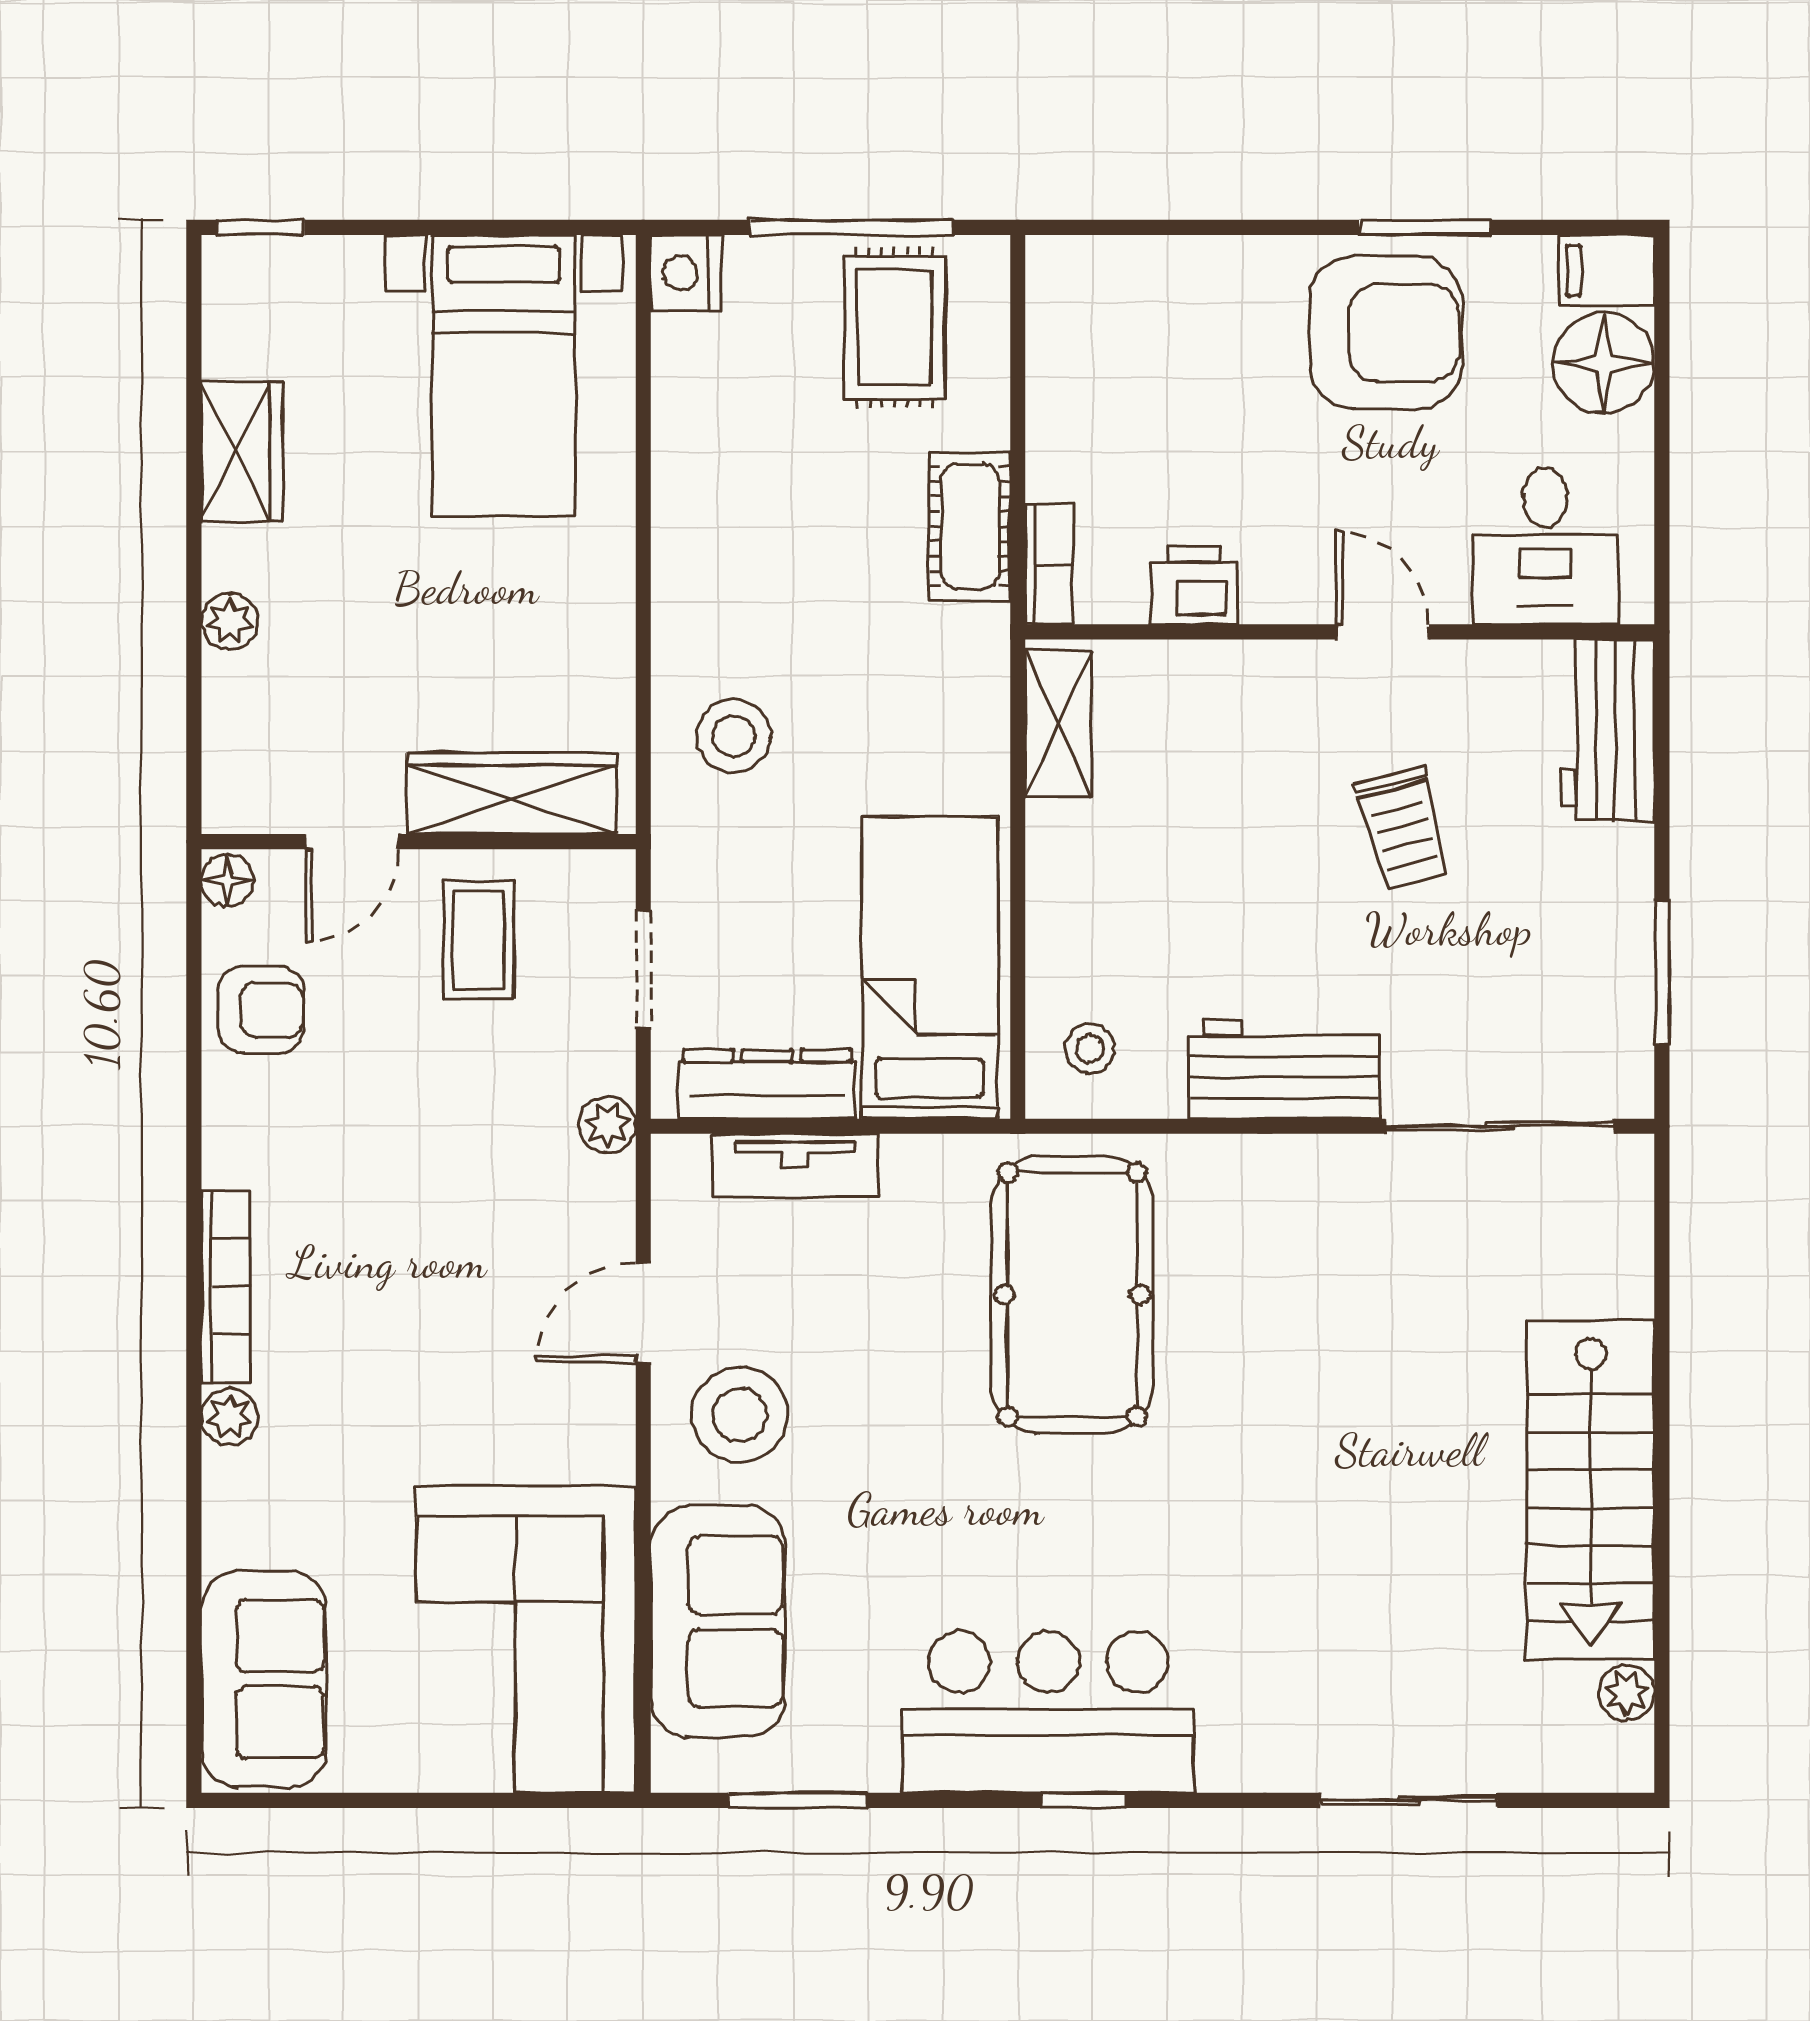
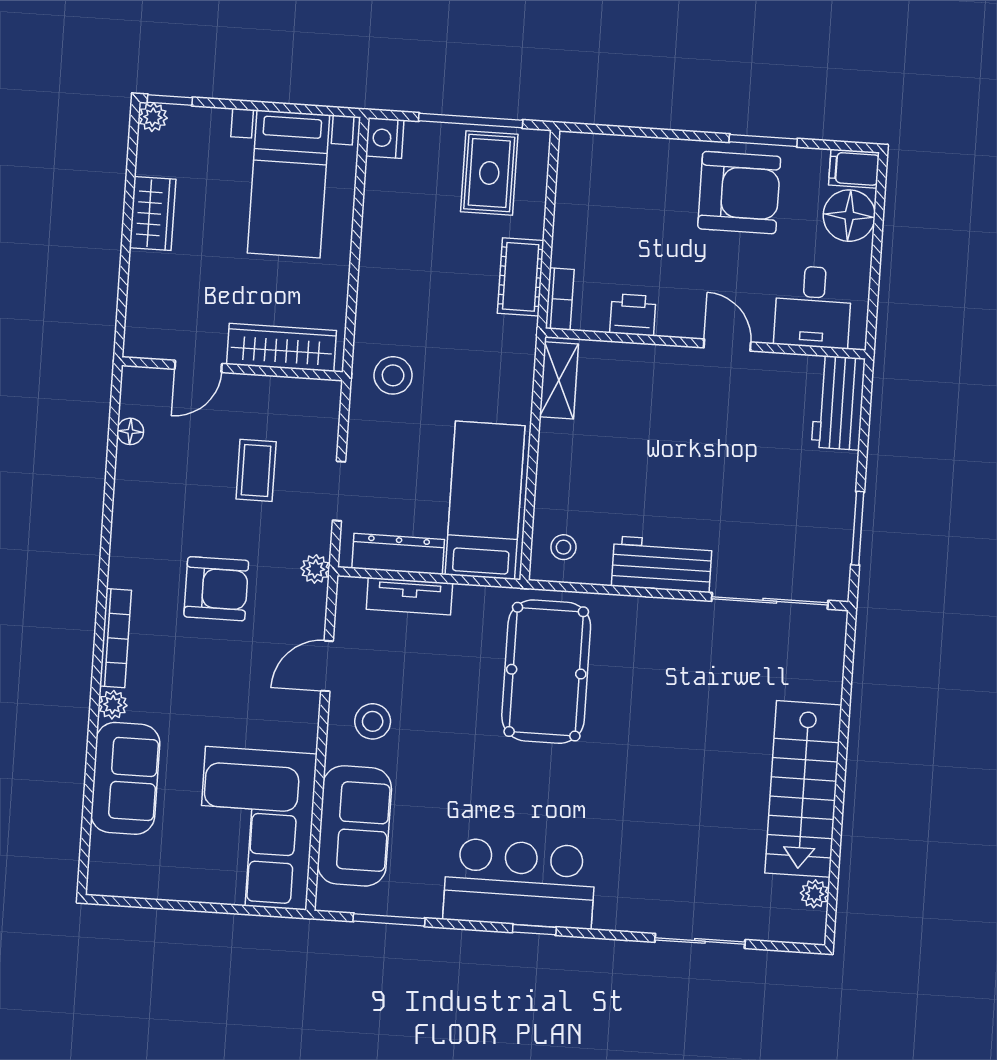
plant: (230, 621) -> (153, 117), moved
wardrobe: (512, 793) -> (282, 347), moved
trolley: (1403, 828) -> (731, 446), removed
door: (352, 842) -> (198, 366), moved
wall: (419, 842) -> (232, 369), moved
armchair: (261, 1010) -> (216, 589), moved, width x1.38, depth x1.38
stool: (740, 1415) -> (373, 721), width x0.73, depth x0.73
sofa: (264, 1679) -> (125, 778), moved

